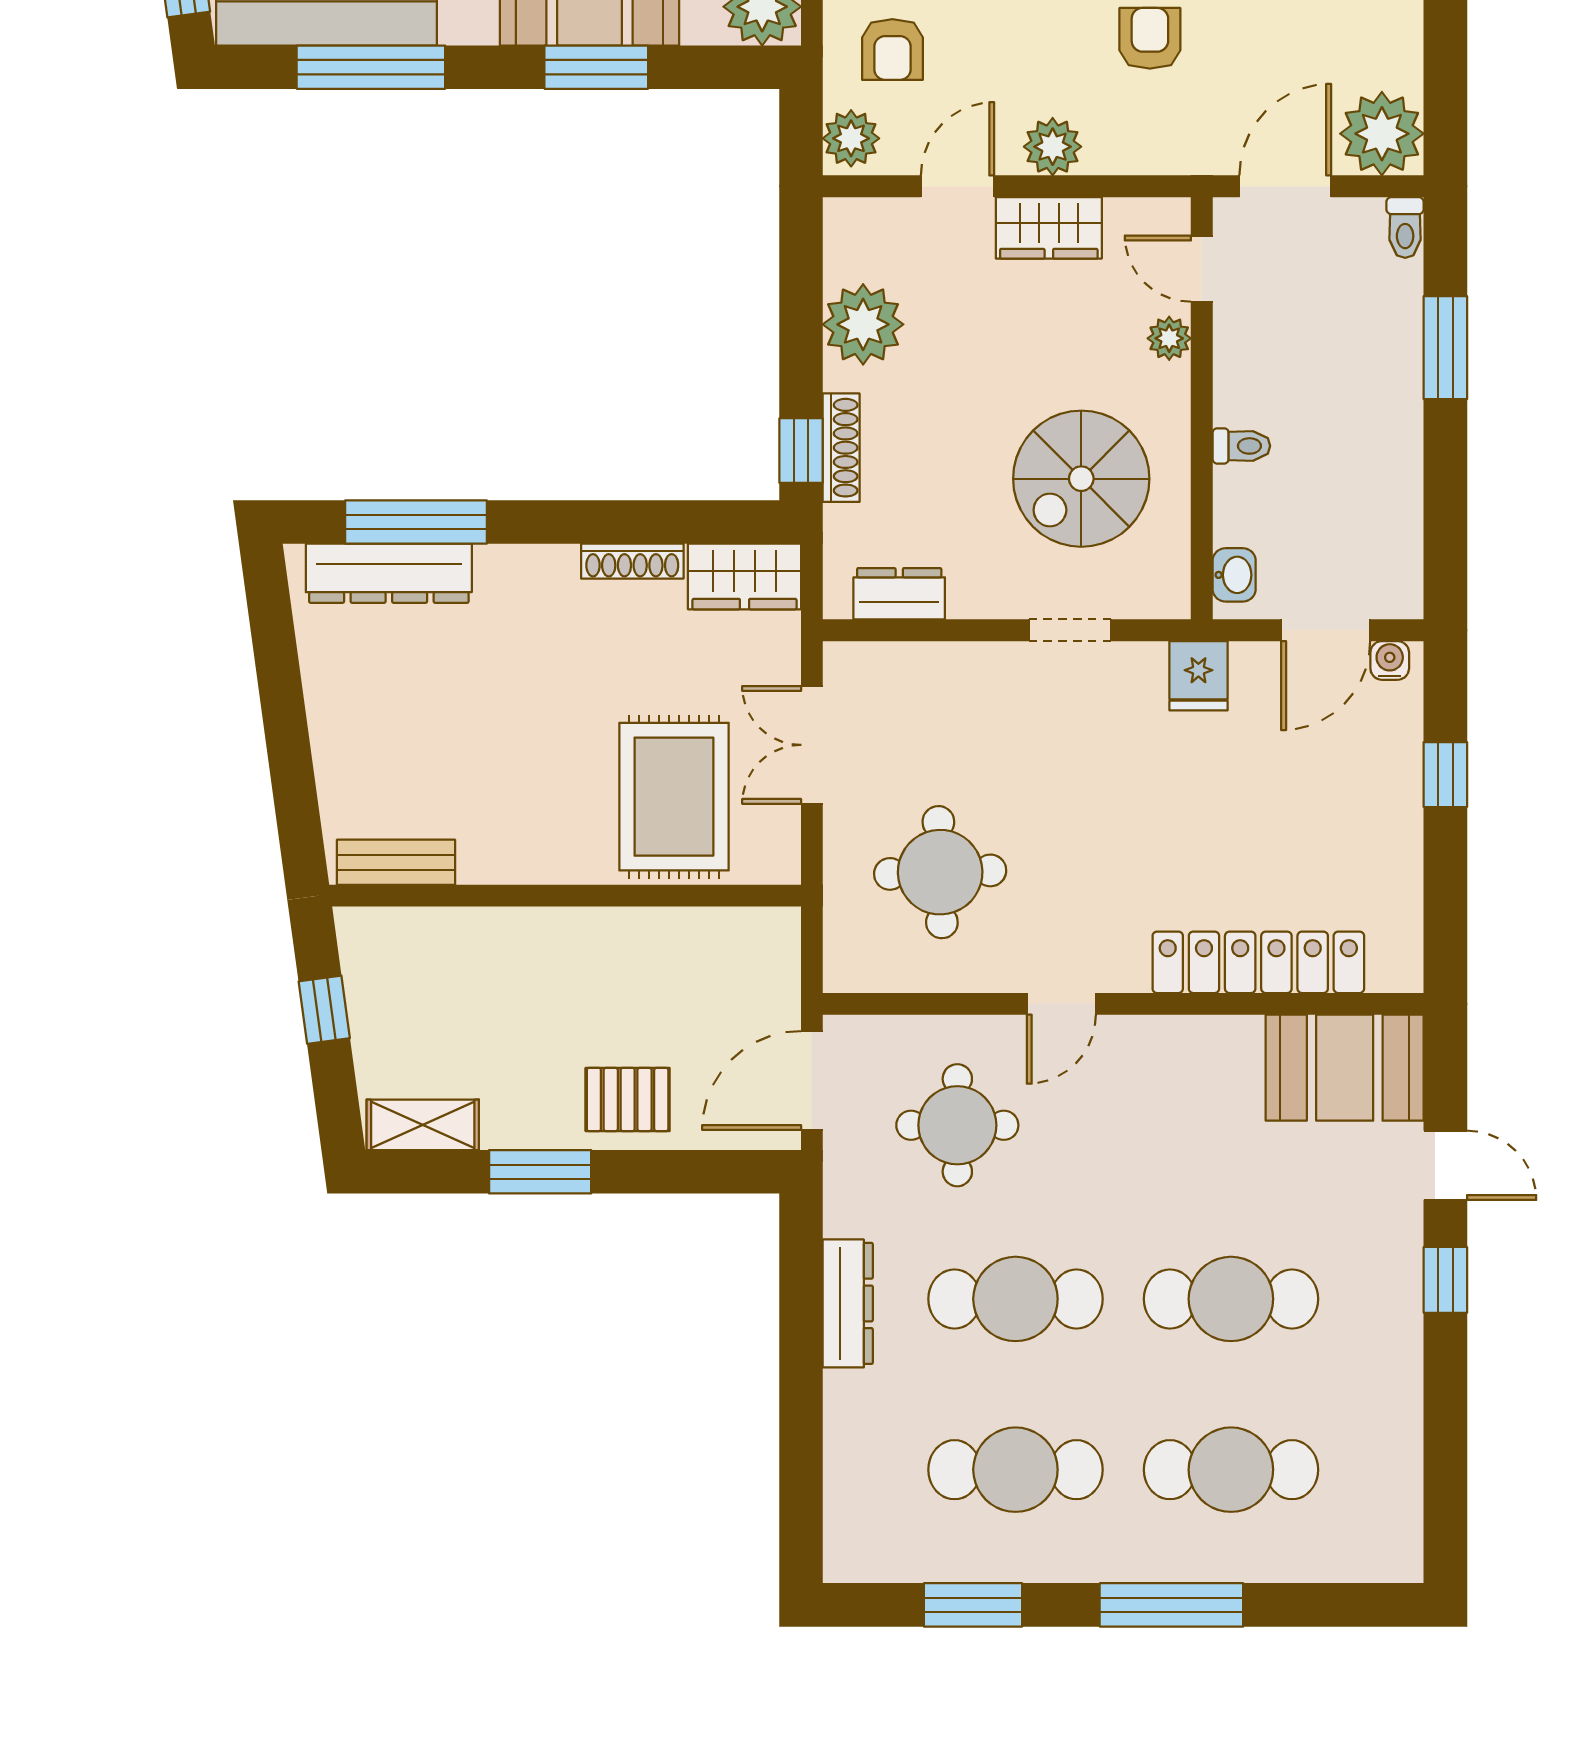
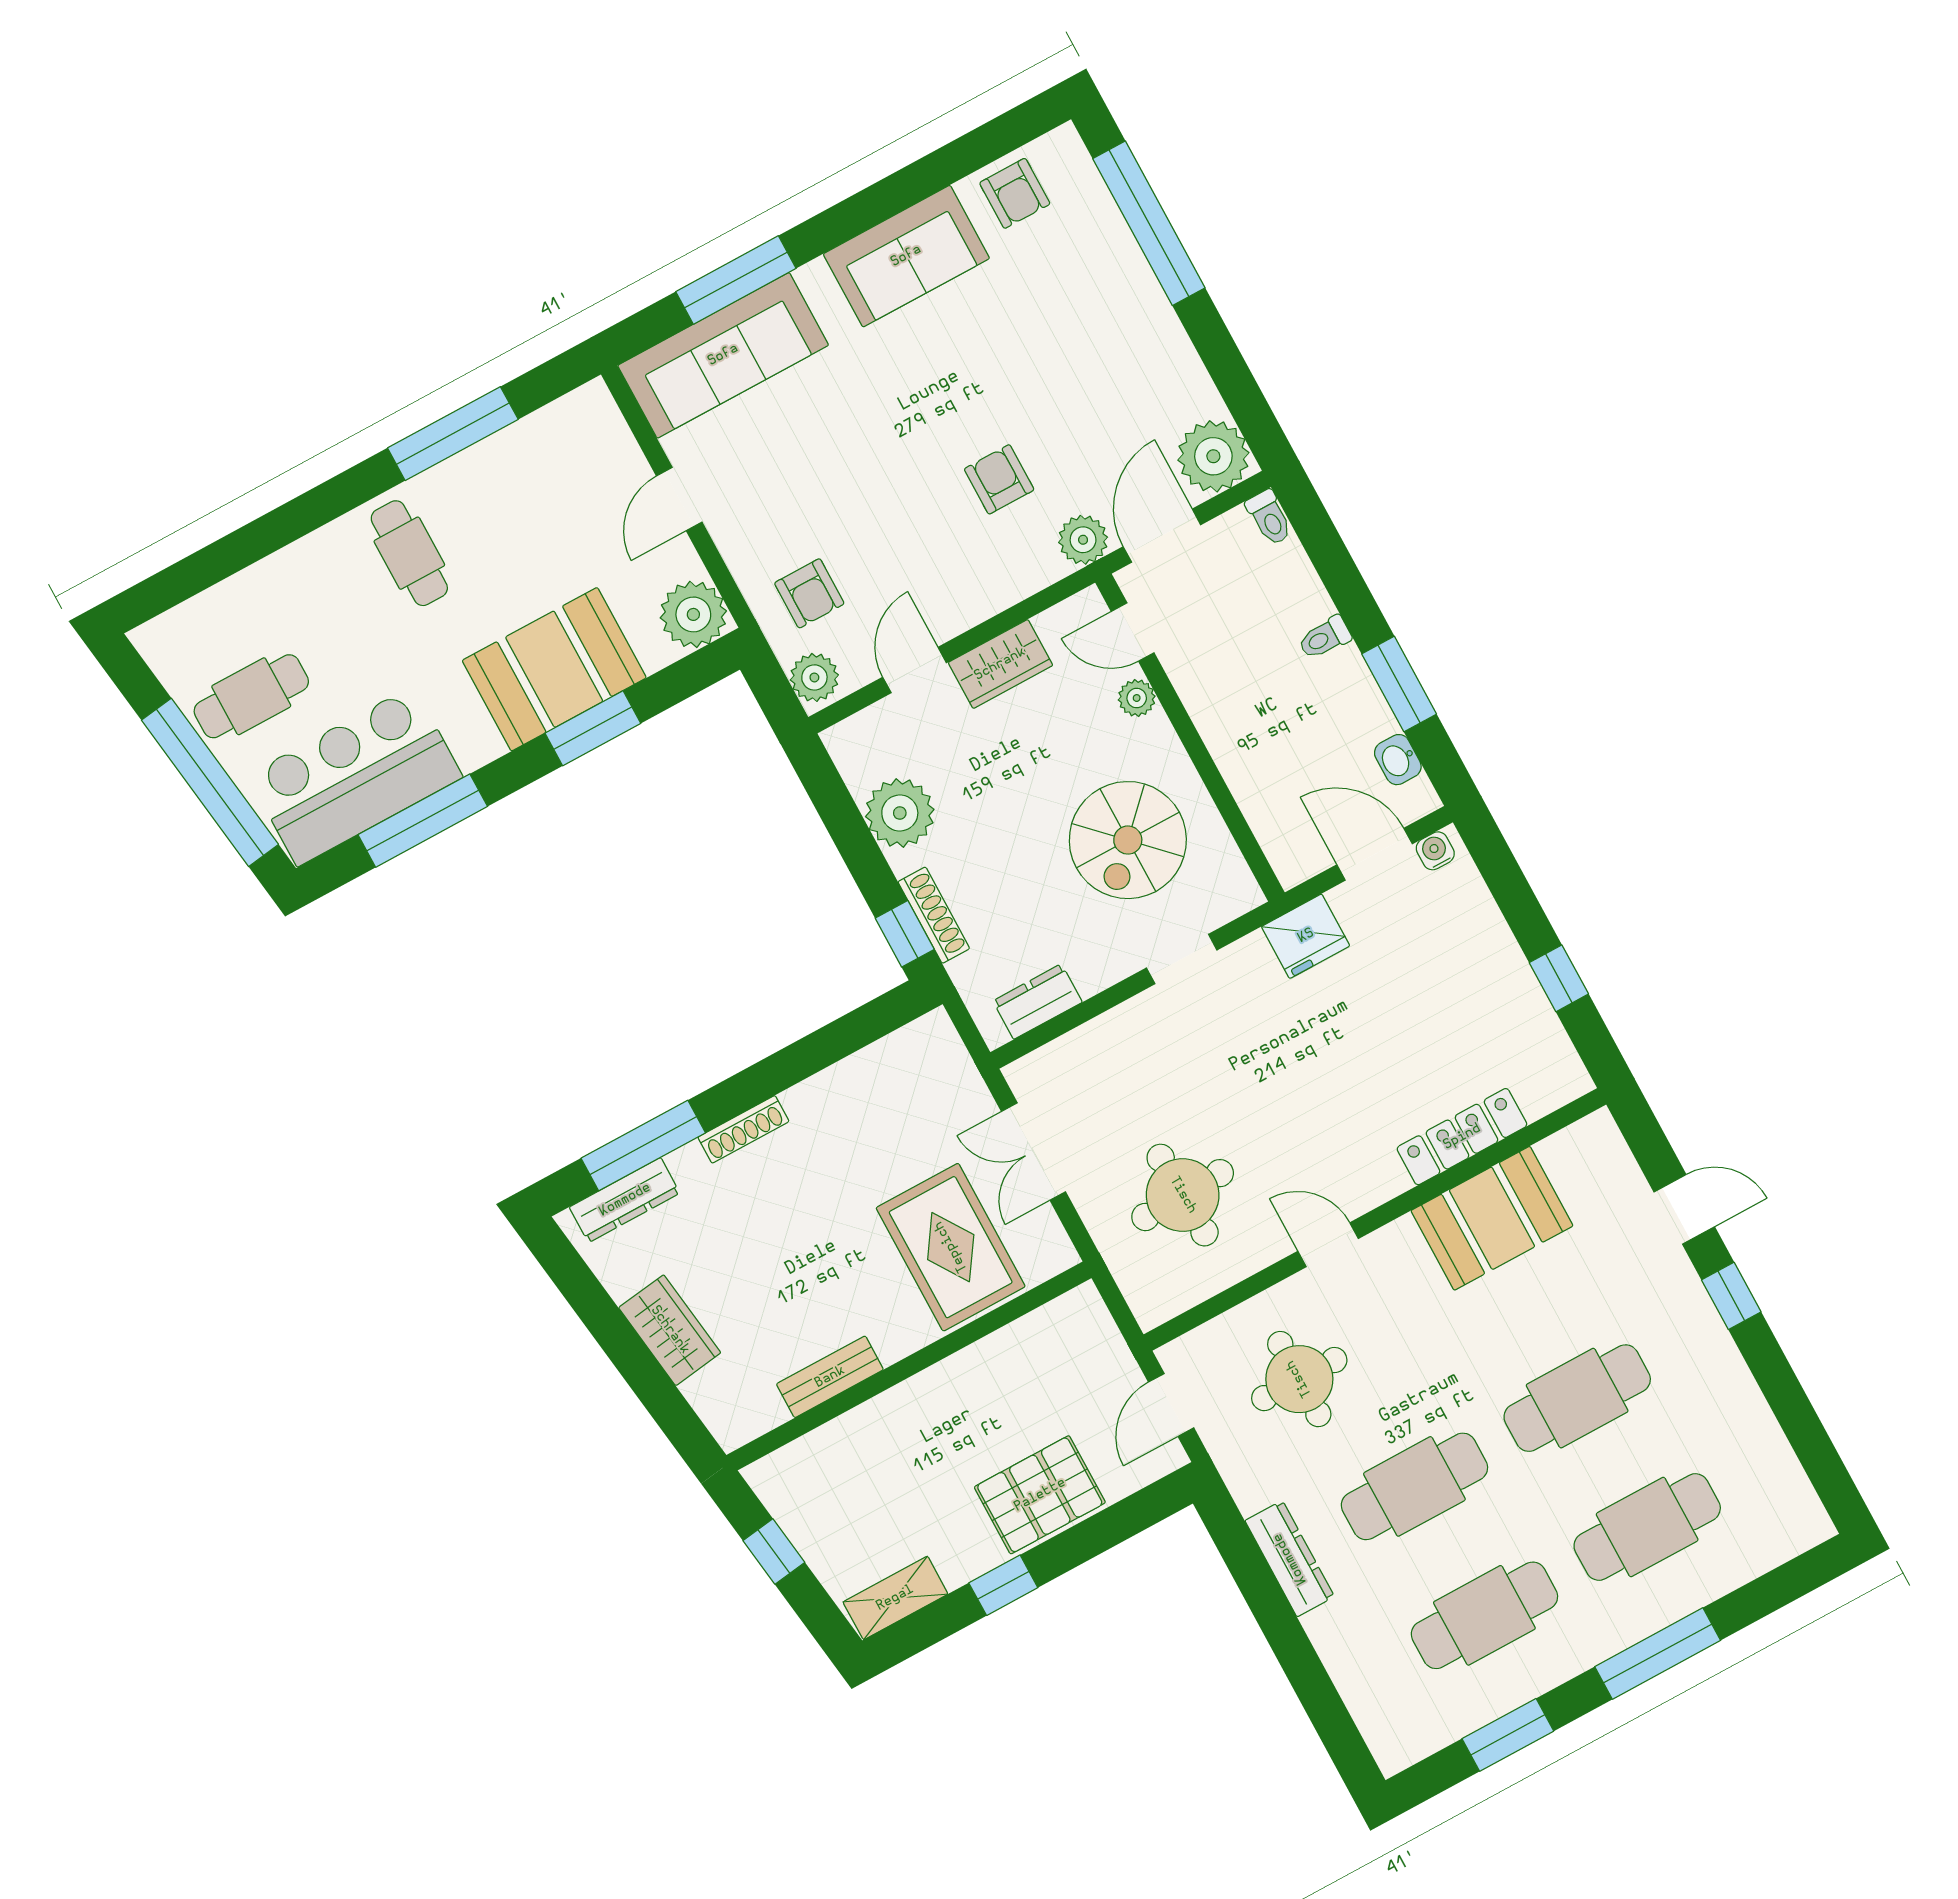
plant: (1053, 147) -> (1083, 540), moved
window: (1445, 348) -> (1399, 684), moved
toilet: (1241, 446) -> (1325, 638), moved, turned 180
shoe rack: (632, 561) -> (743, 1129), moved
dresser: (389, 573) -> (625, 1200), width x0.73, depth x0.80
washbasin: (1234, 575) -> (1398, 760), moved, turned 180
wardrobe: (744, 576) -> (670, 1330), moved, turned -98
door: (1326, 630) -> (1375, 854), swing flipped
fridge: (1198, 676) -> (1306, 936), width x1.38
window: (1445, 775) -> (1559, 978), moved
bench: (396, 862) -> (830, 1377), moved
locker: (1258, 962) -> (1462, 1137), width x0.71, depth x0.83
door: (1061, 1004) -> (1328, 1245), swing flipped
booth: (1345, 1068) -> (1492, 1218), moved
door: (812, 1080) -> (1171, 1405), width x0.73
pallet: (628, 1099) -> (1040, 1495), width x1.50, depth x1.42
window: (540, 1172) -> (1003, 1585), width x0.67

